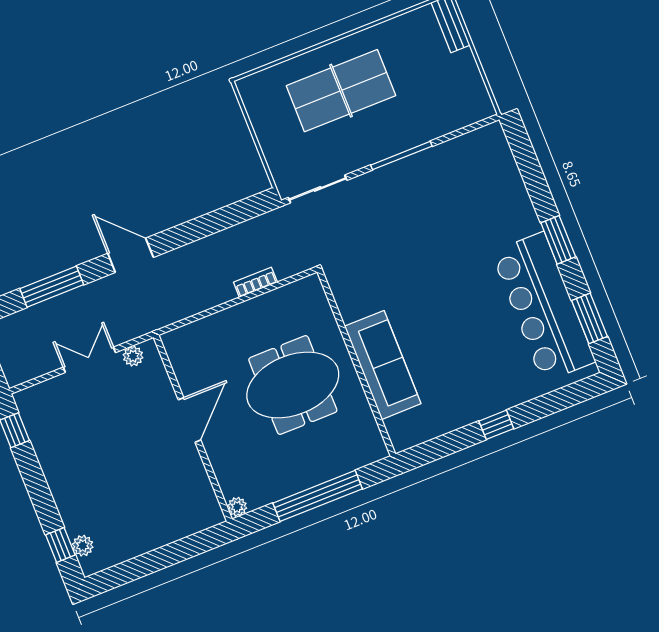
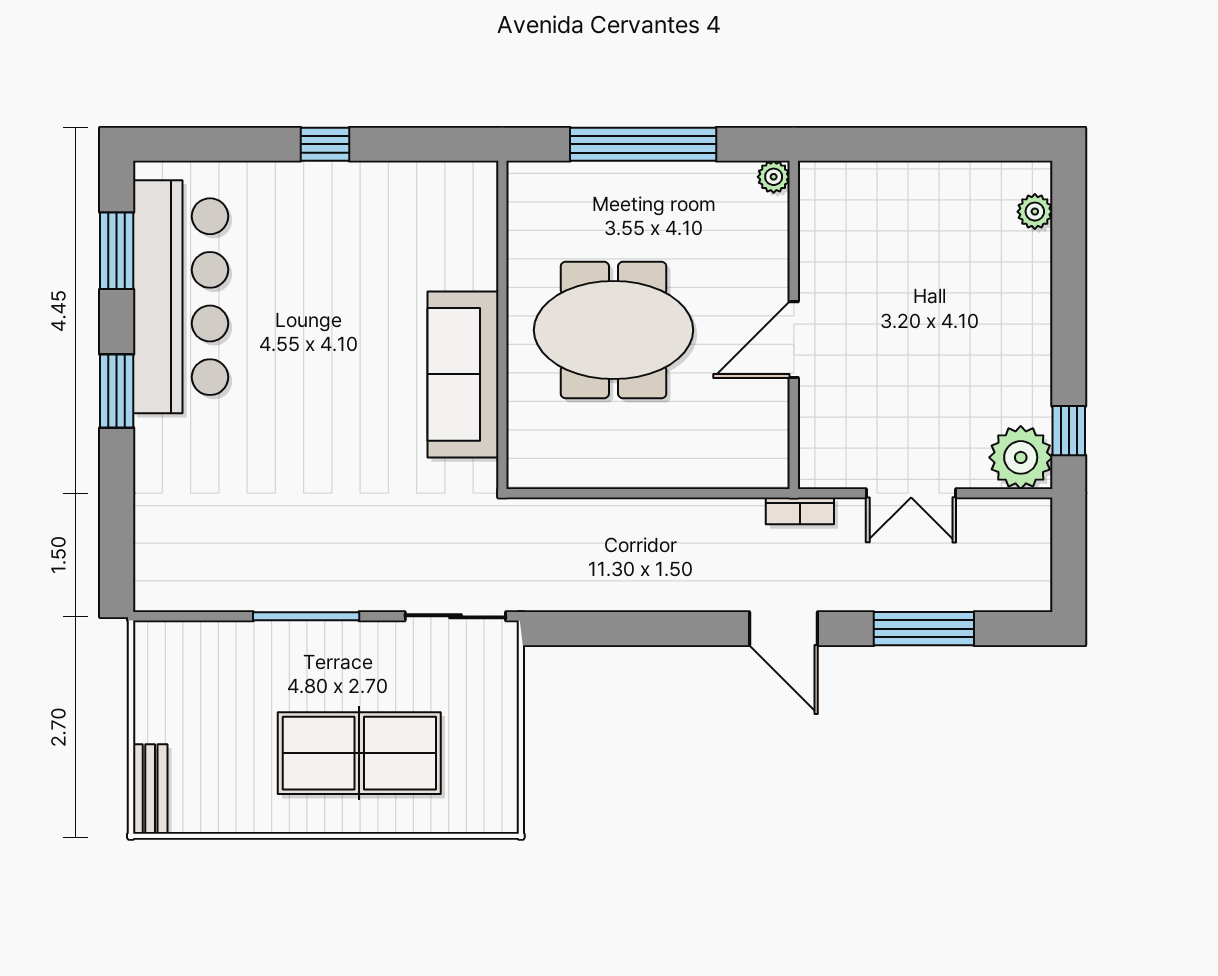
bookcase: (255, 282) -> (800, 511), moved
plant: (133, 356) -> (1021, 457), moved, width x1.87, depth x1.87
sofa: (383, 365) -> (463, 374), moved
window: (60, 545) -> (1069, 226), removed

